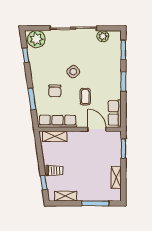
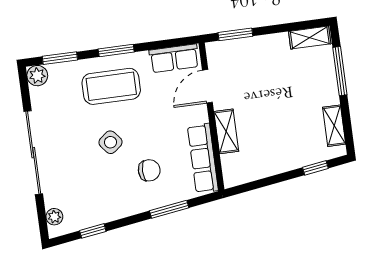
plant: (103, 36) -> (37, 76), moved
plant: (36, 39) -> (54, 217), width x0.53, depth x0.53
coffee table: (85, 97) -> (111, 86), moved, width x1.86, depth x1.72
shelving: (55, 136) -> (226, 131), moved
trolley: (54, 171) -> (291, 152), removed
shelving: (116, 177) -> (310, 38), moved

